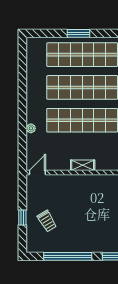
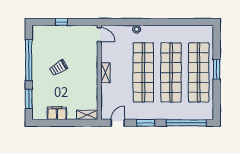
trolley: (47, 221) -> (58, 68), moved

